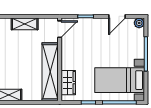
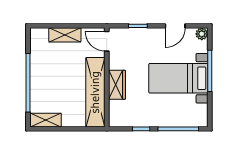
door: (60, 29) -> (107, 41), swing flipped
bed with nightstands: (120, 80) -> (178, 78), moved
wardrobe: (68, 83) -> (117, 85), moved

